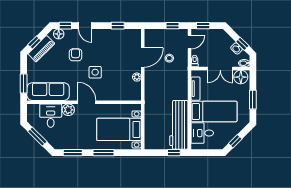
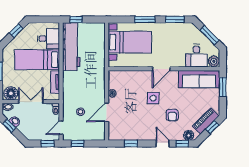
door: (87, 102) -> (161, 69), hinge flipped
plant: (68, 110) -> (214, 61), moved

